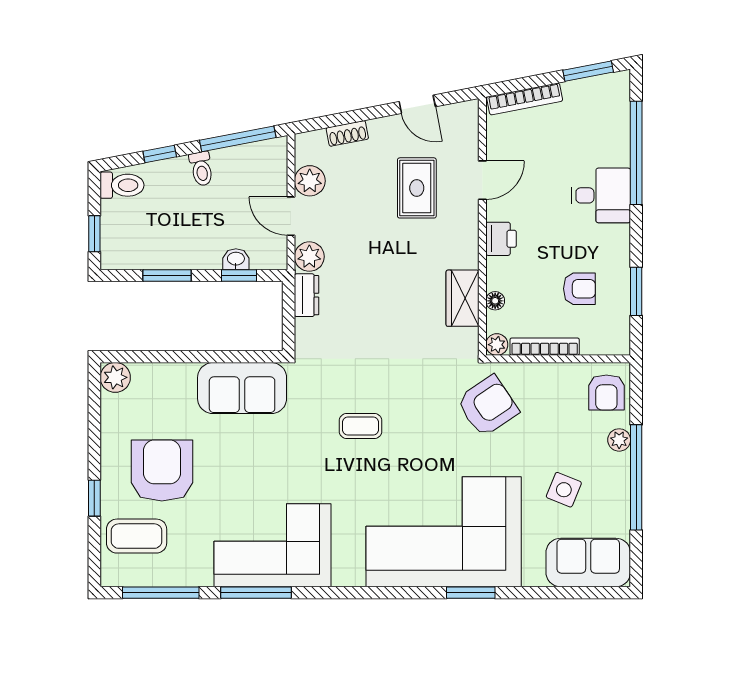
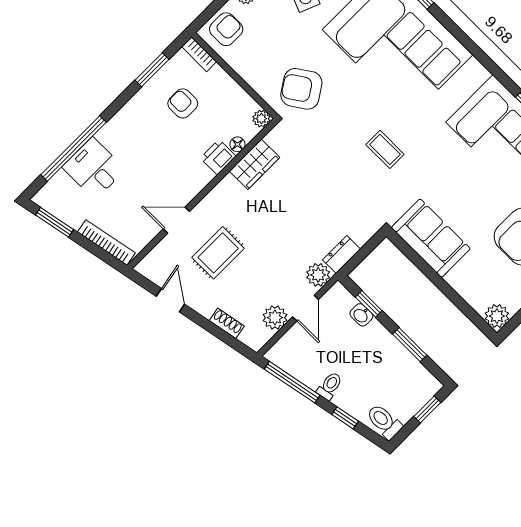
desk: (601, 195) -> (94, 168), moved
printer: (501, 239) -> (218, 157), moved
bookcase: (545, 347) -> (199, 54), moved, width x0.64

